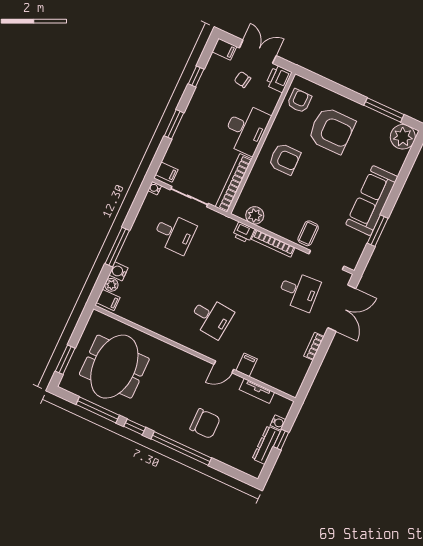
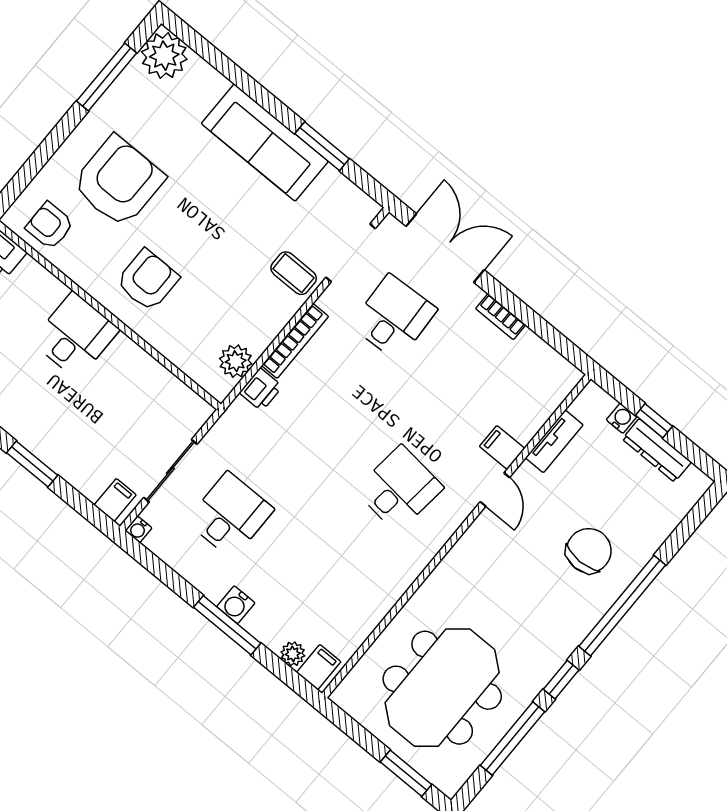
desk: (246, 129) -> (75, 336), width x0.73
bookcase: (234, 183) -> (167, 384), removed
water cooler: (119, 271) -> (236, 605), moved
meeting table: (114, 367) -> (442, 688), turned 90

